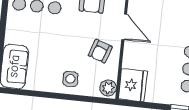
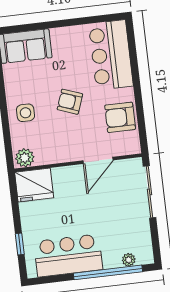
armchair: (100, 51) -> (70, 102), moved

